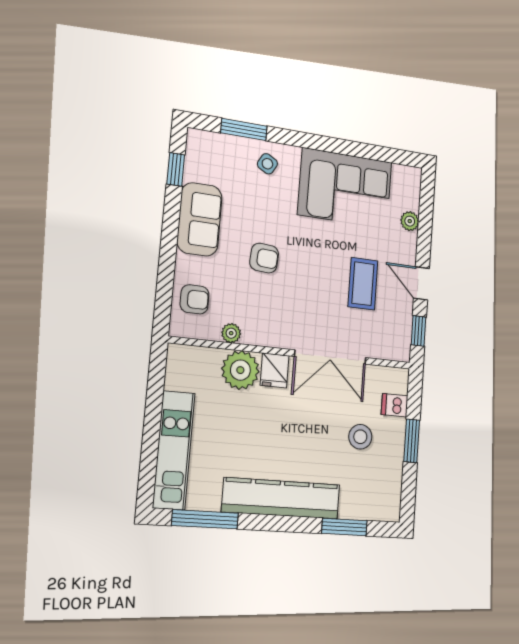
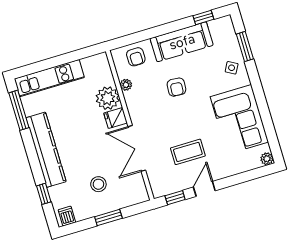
sofa: (199, 219) -> (182, 42), width x1.36
plant: (410, 221) -> (267, 159), moved
dishwasher: (395, 405) -> (67, 216), moved
window: (344, 527) -> (44, 194), width x0.67

